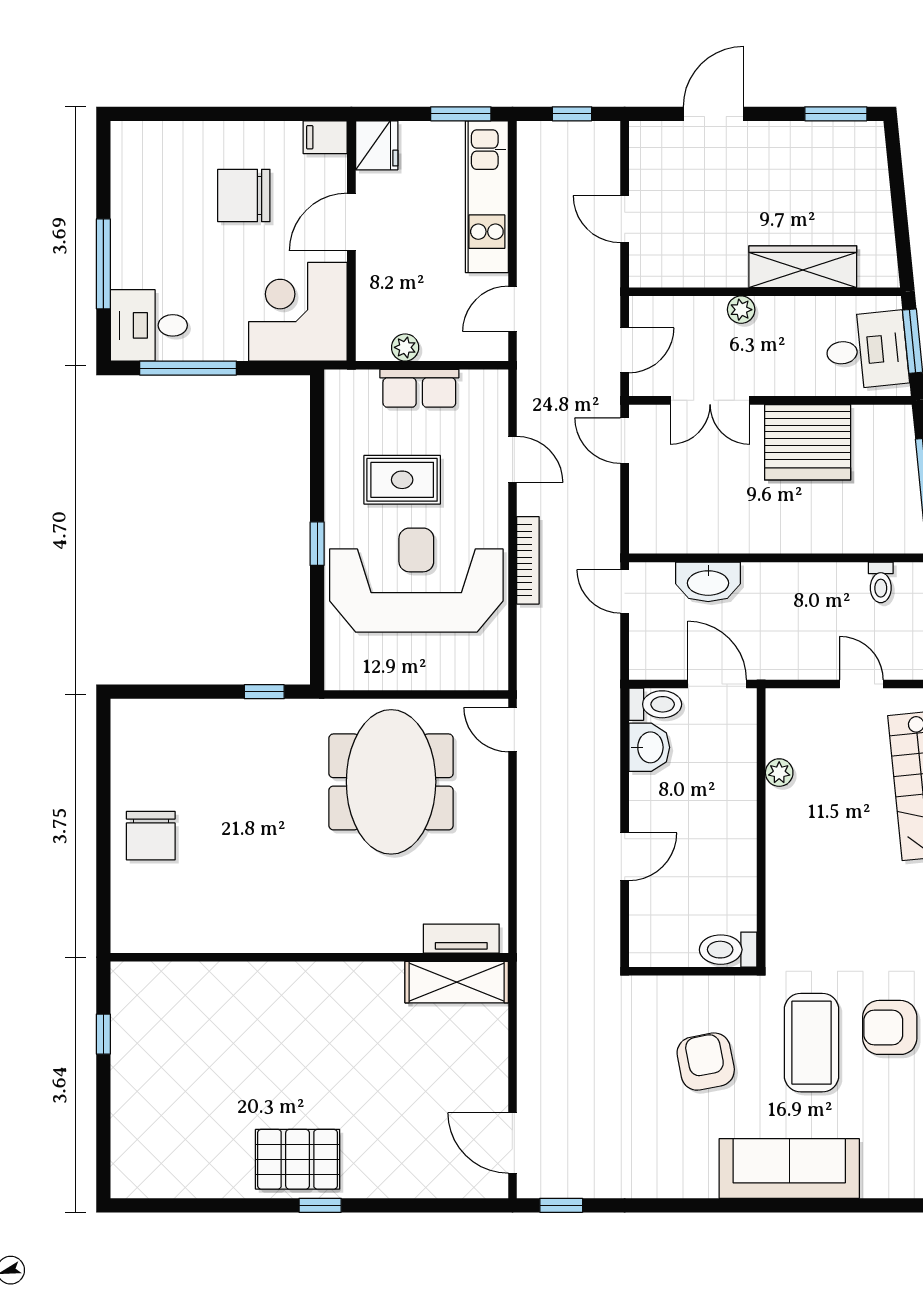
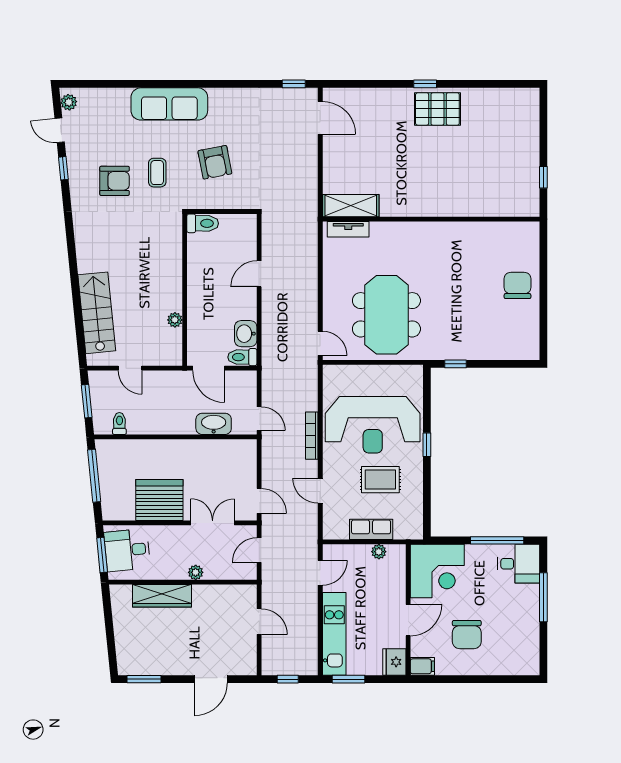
chair: (244, 195) -> (467, 635), turned 90
coffee table: (812, 1043) -> (157, 173), width x0.54, depth x0.58

